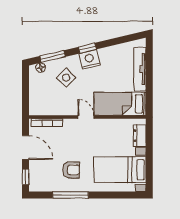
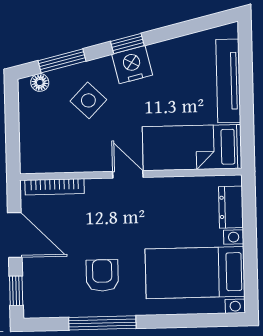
armchair: (71, 170) -> (102, 275), turned -90

